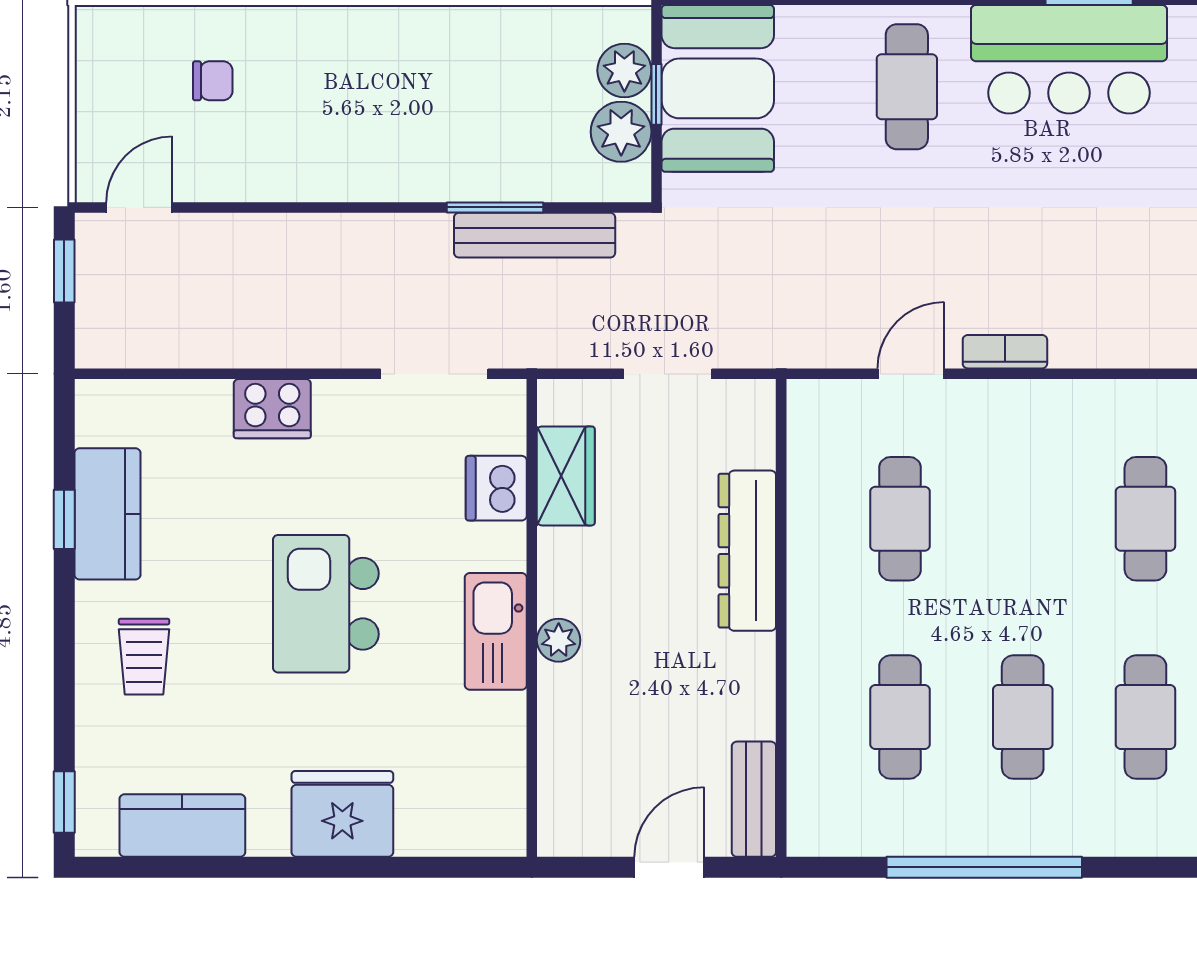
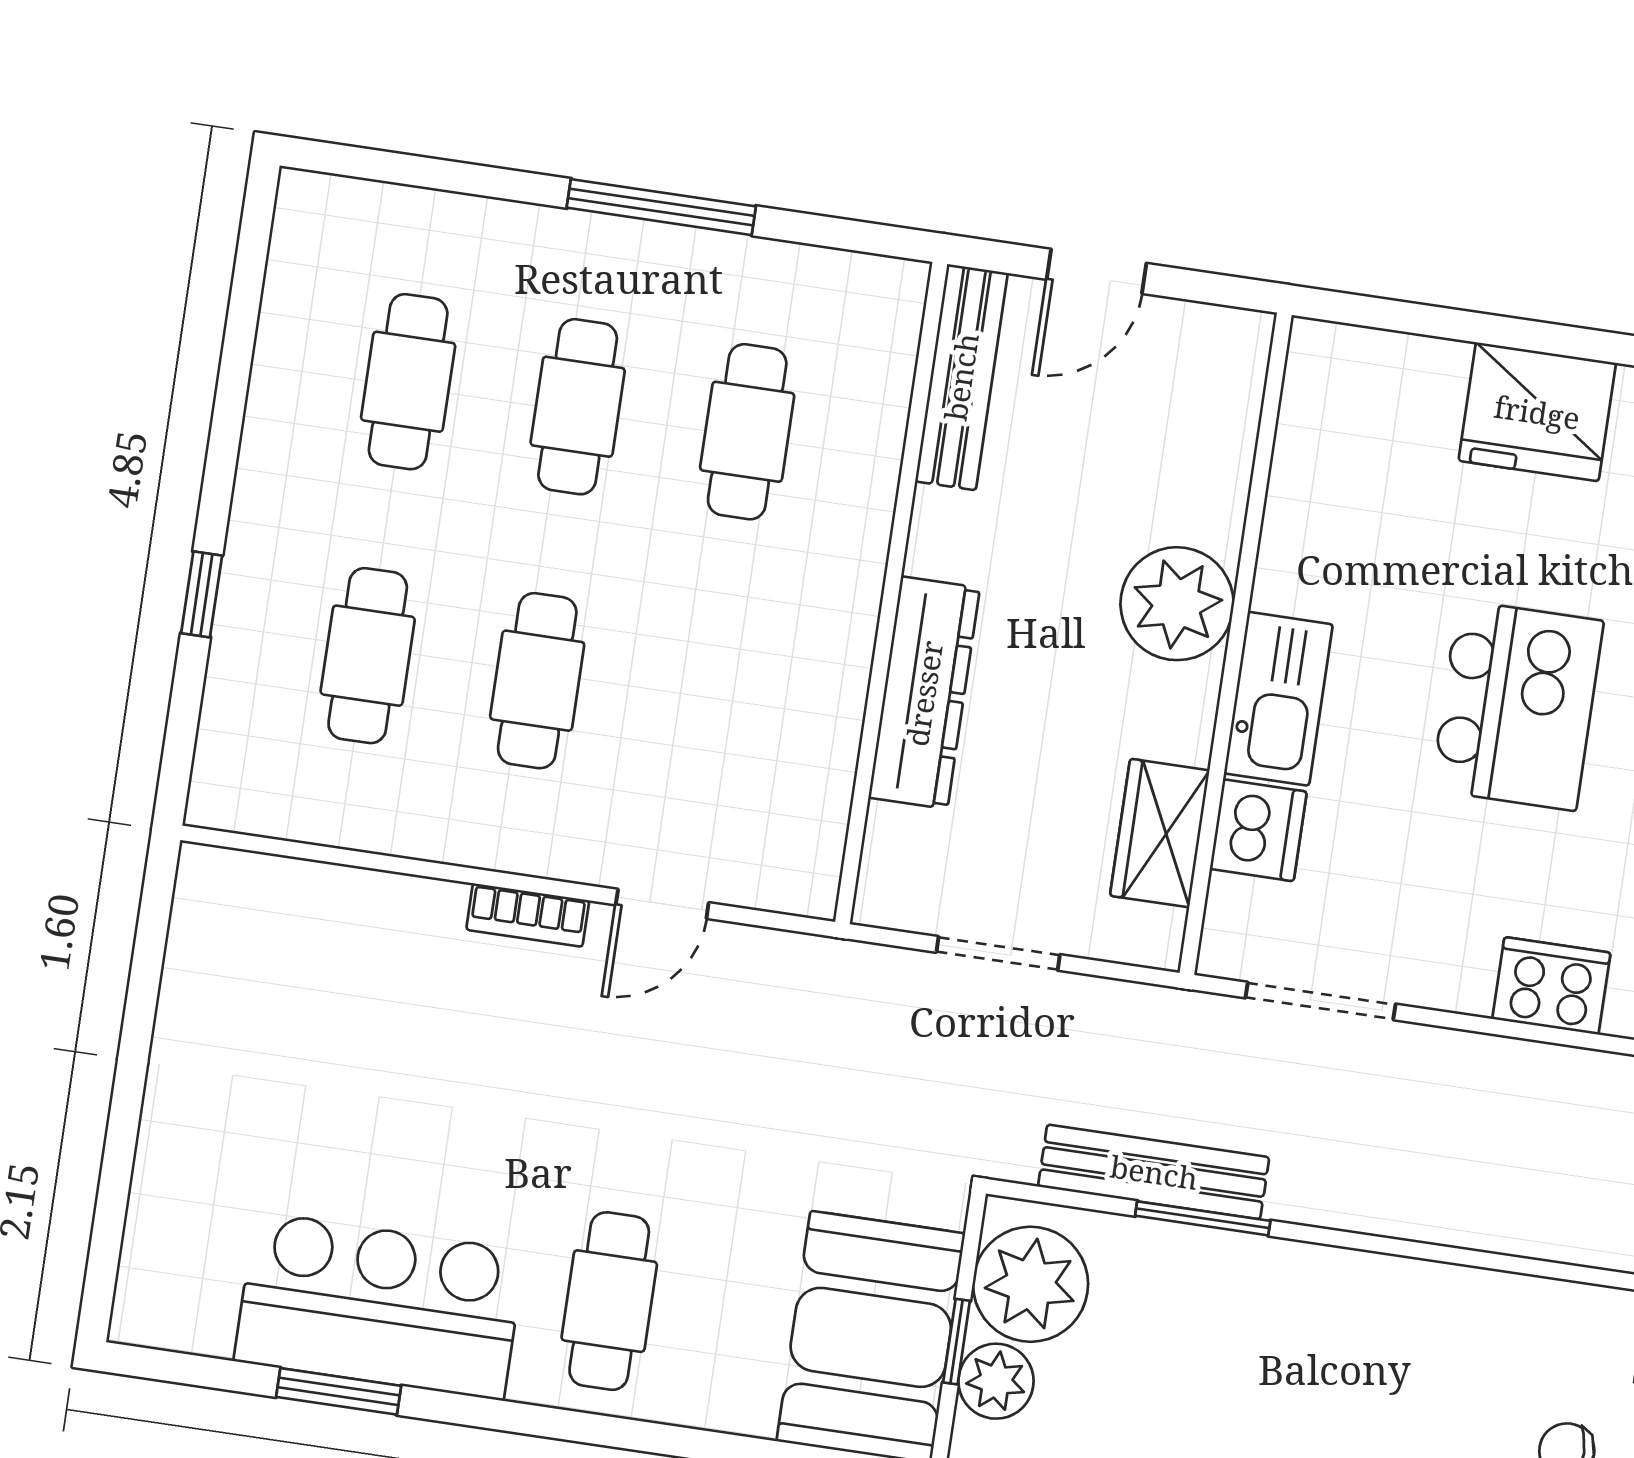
plant: (621, 132) -> (1031, 1284), width x1.36, depth x1.36
cafe table: (900, 519) -> (537, 681), moved
kitchen sink: (496, 631) -> (1278, 699), moved
plant: (559, 640) -> (1177, 604), width x1.87, depth x1.87
bench: (754, 799) -> (961, 377), width x1.36
window: (984, 867) -> (661, 207), width x0.68

